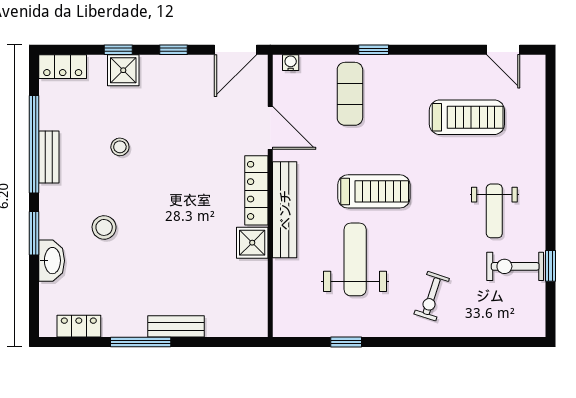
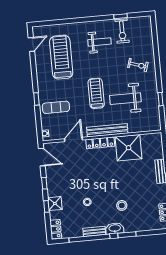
treadmill: (467, 117) -> (61, 57), width x1.37, depth x1.38
shower: (252, 243) -> (129, 148), width x1.86, depth x1.86
washbasin: (52, 261) -> (115, 228), moved

